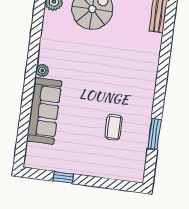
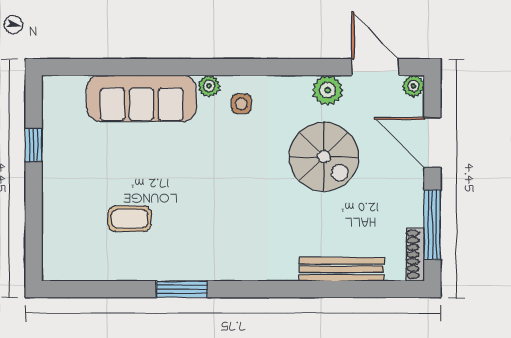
side table: (55, 53) -> (241, 104), added
window: (154, 134) -> (182, 289), moved

